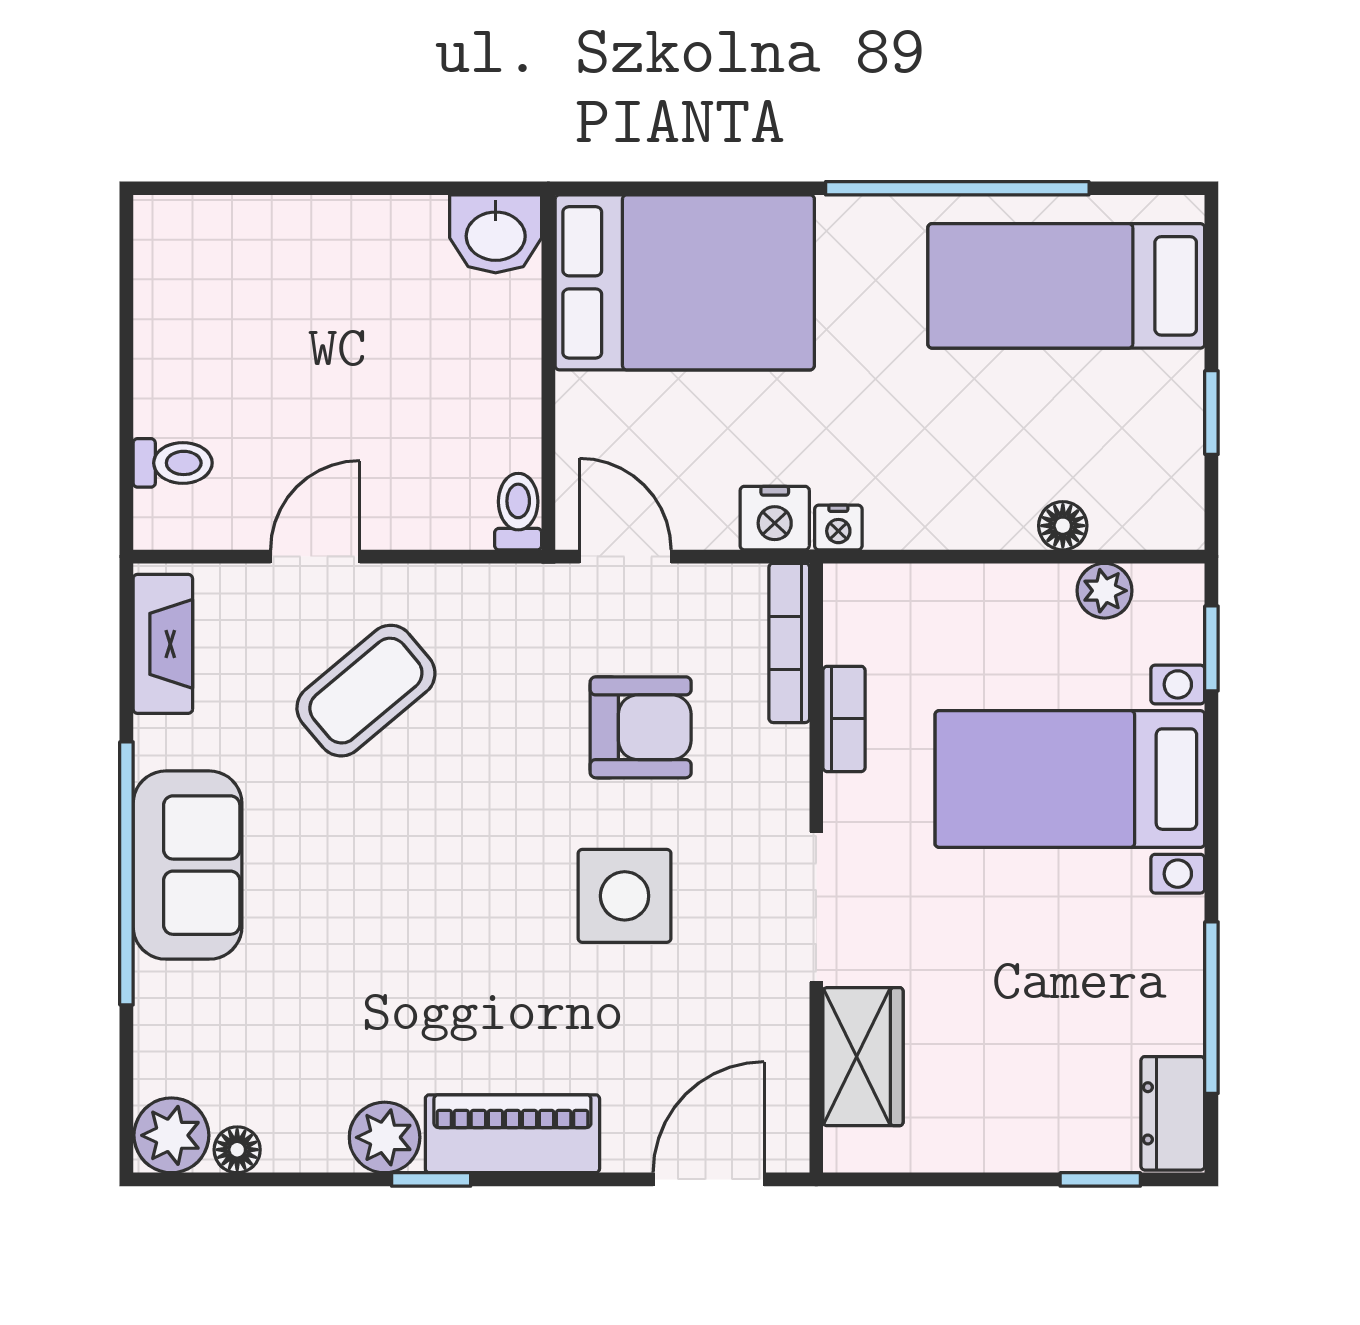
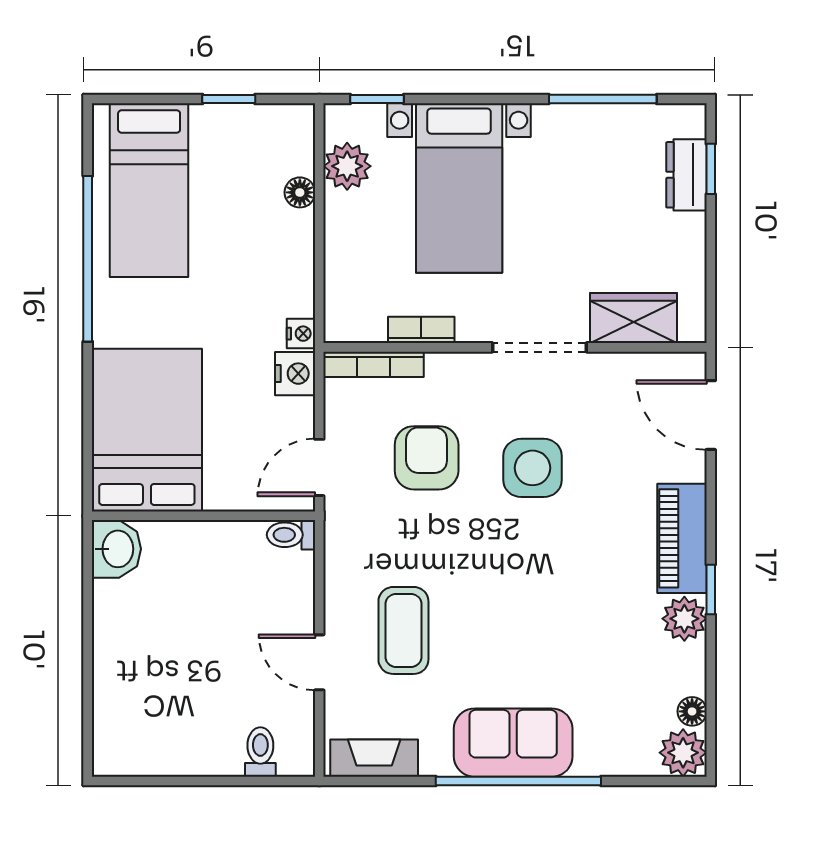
plant: (1105, 591) -> (347, 166), width x1.38, depth x1.38
coffee table: (366, 691) -> (403, 630), turned 40
dresser: (1173, 1113) -> (686, 175), moved, turned 90

